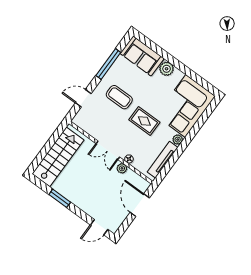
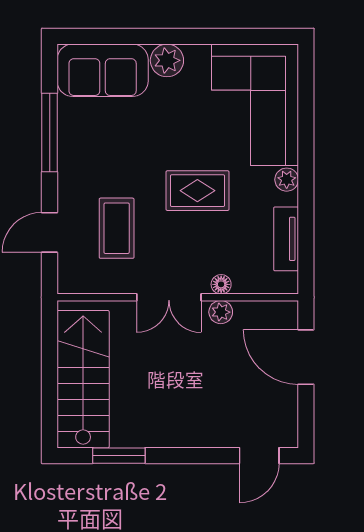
coffee table: (119, 97) -> (117, 228), moved, turned 90
tv unit: (163, 160) -> (286, 239), width x0.71
window: (60, 198) -> (119, 456), moved

